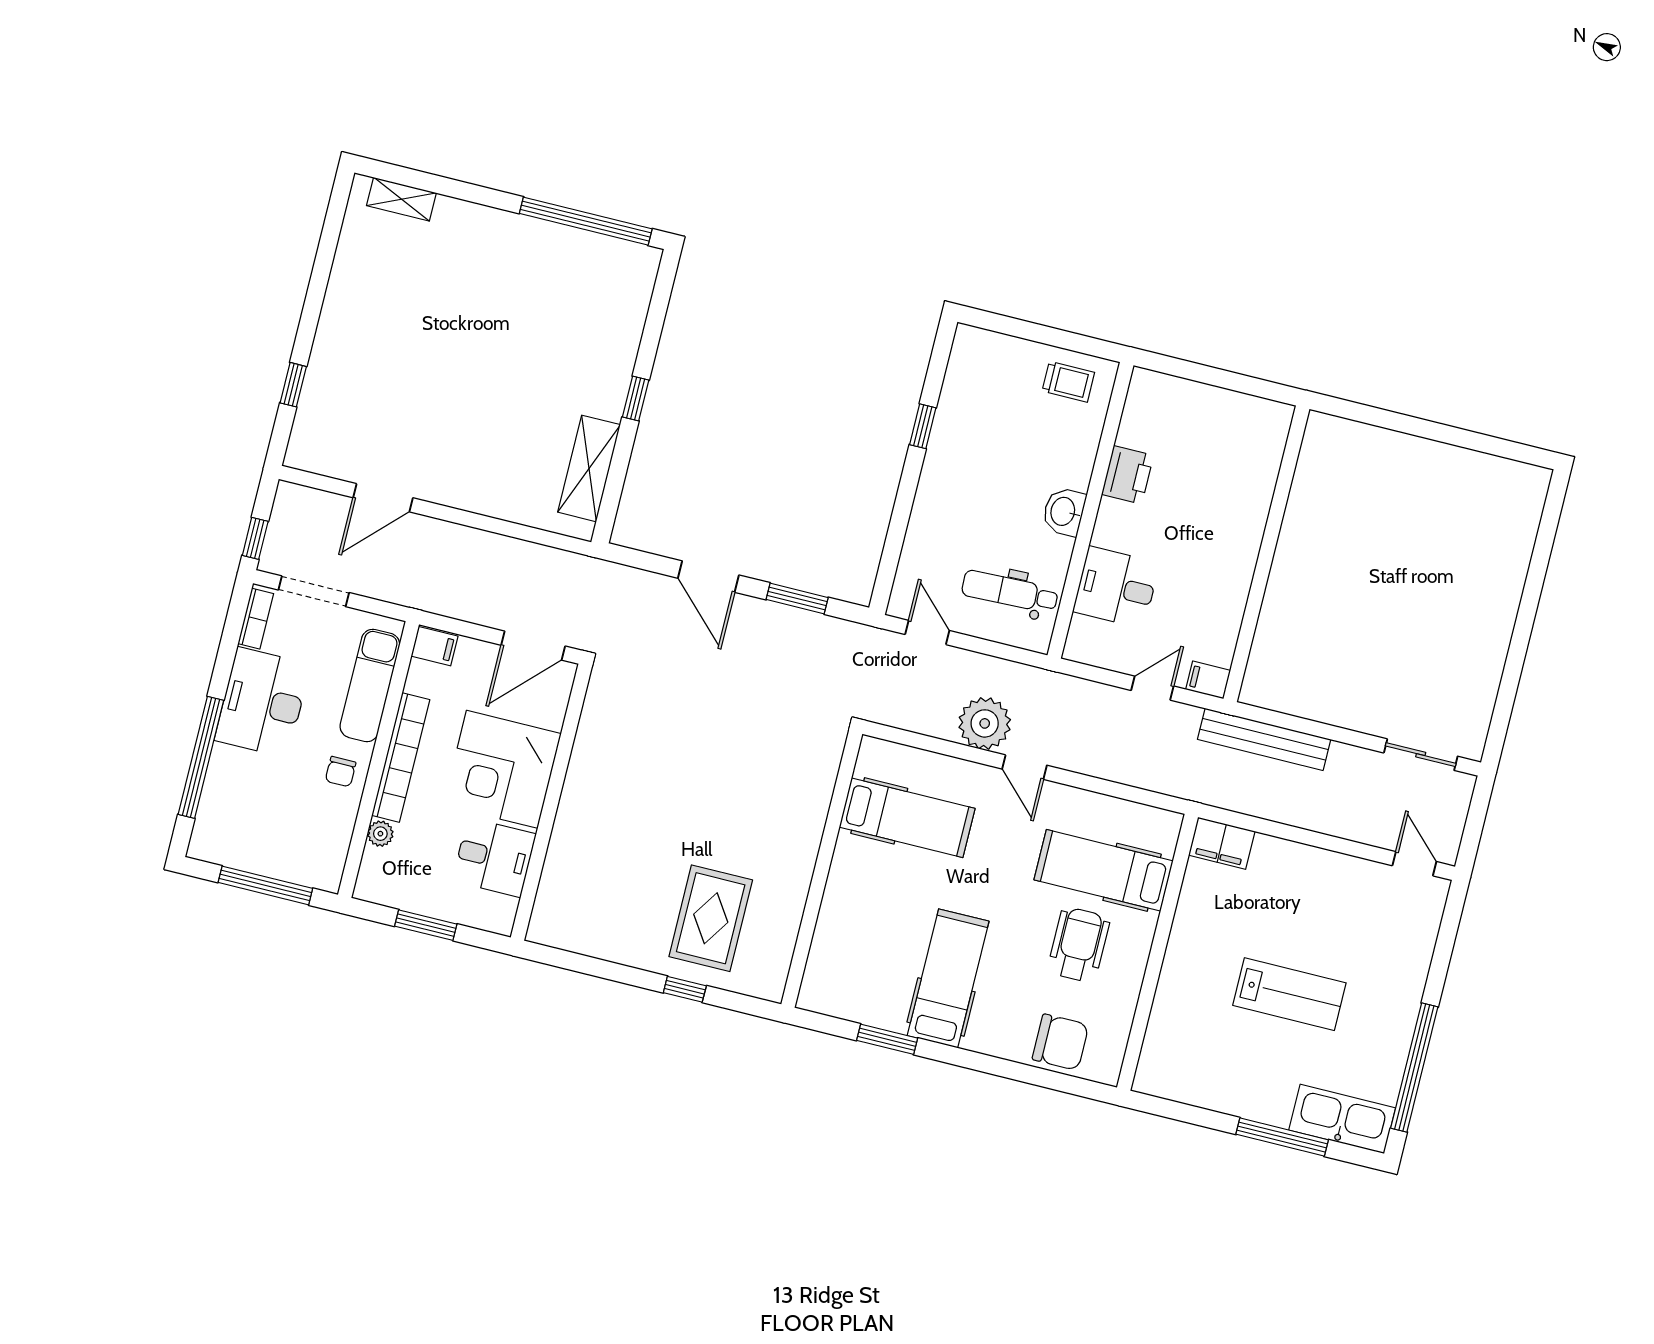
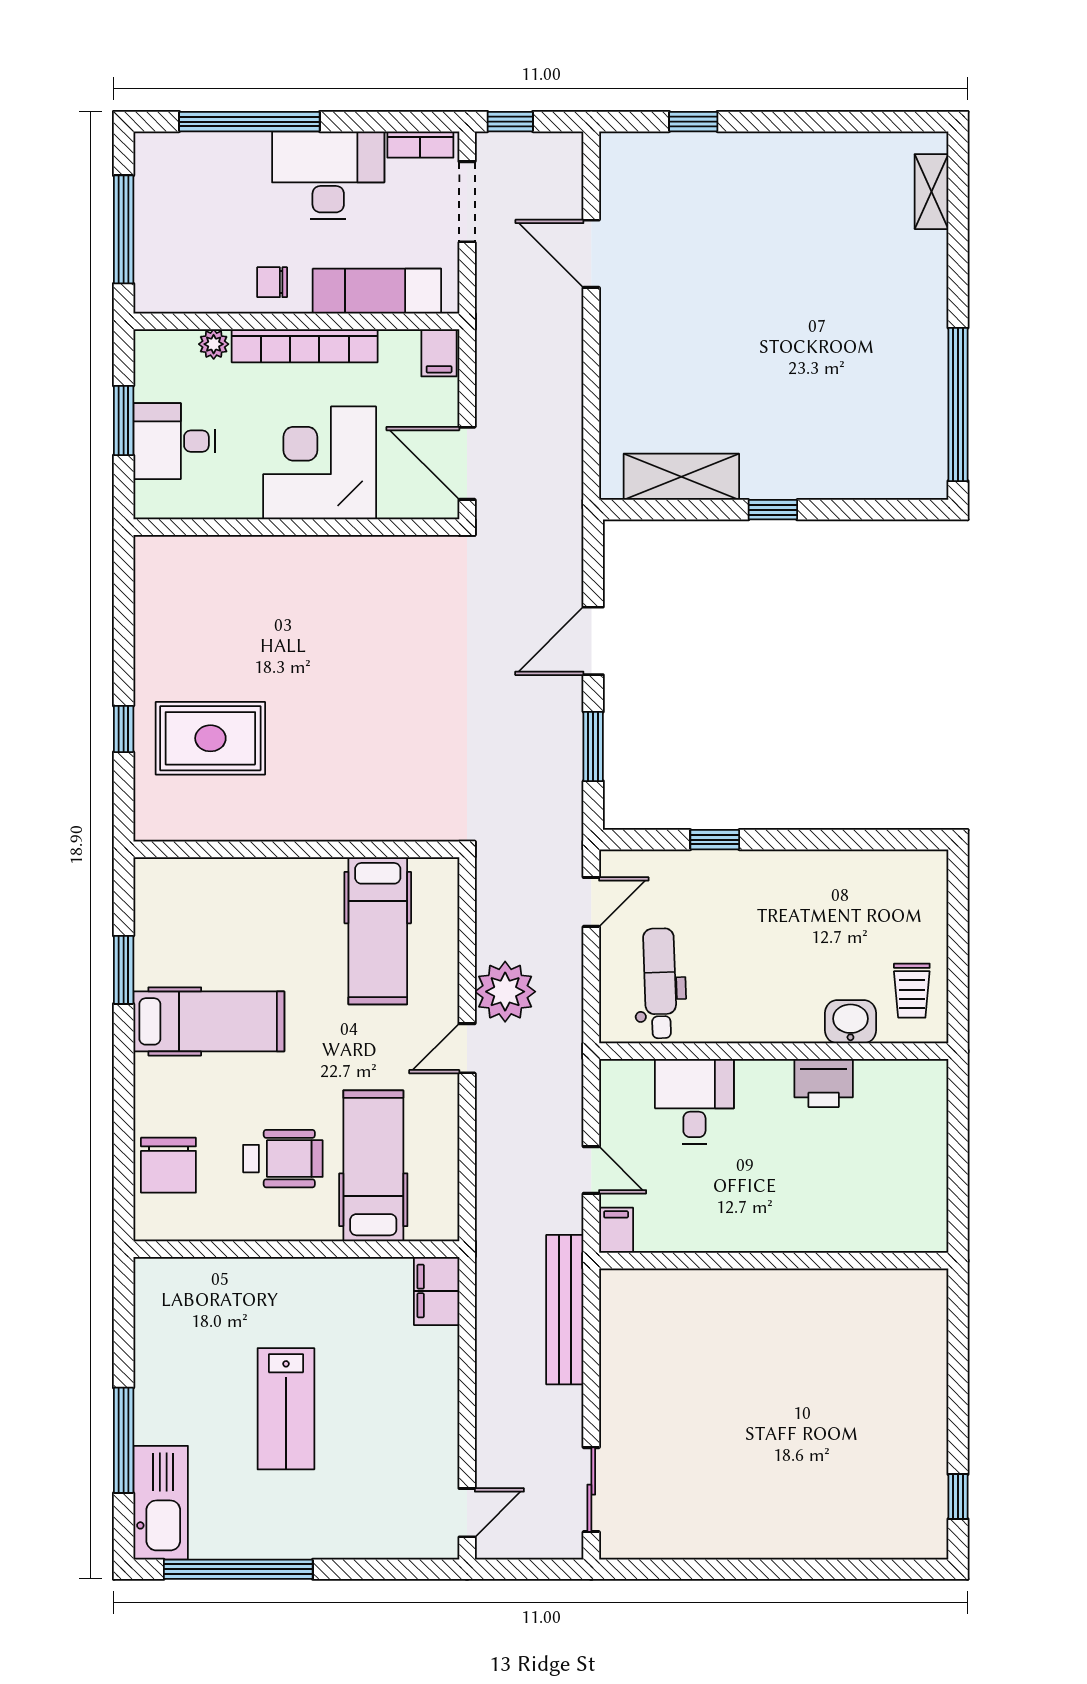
window: (923, 426) -> (715, 840), moved
window: (1503, 448) -> (958, 1497), added
washbasin: (1064, 512) -> (850, 1022), moved
desk: (494, 857) -> (174, 441), moved, turned 90

